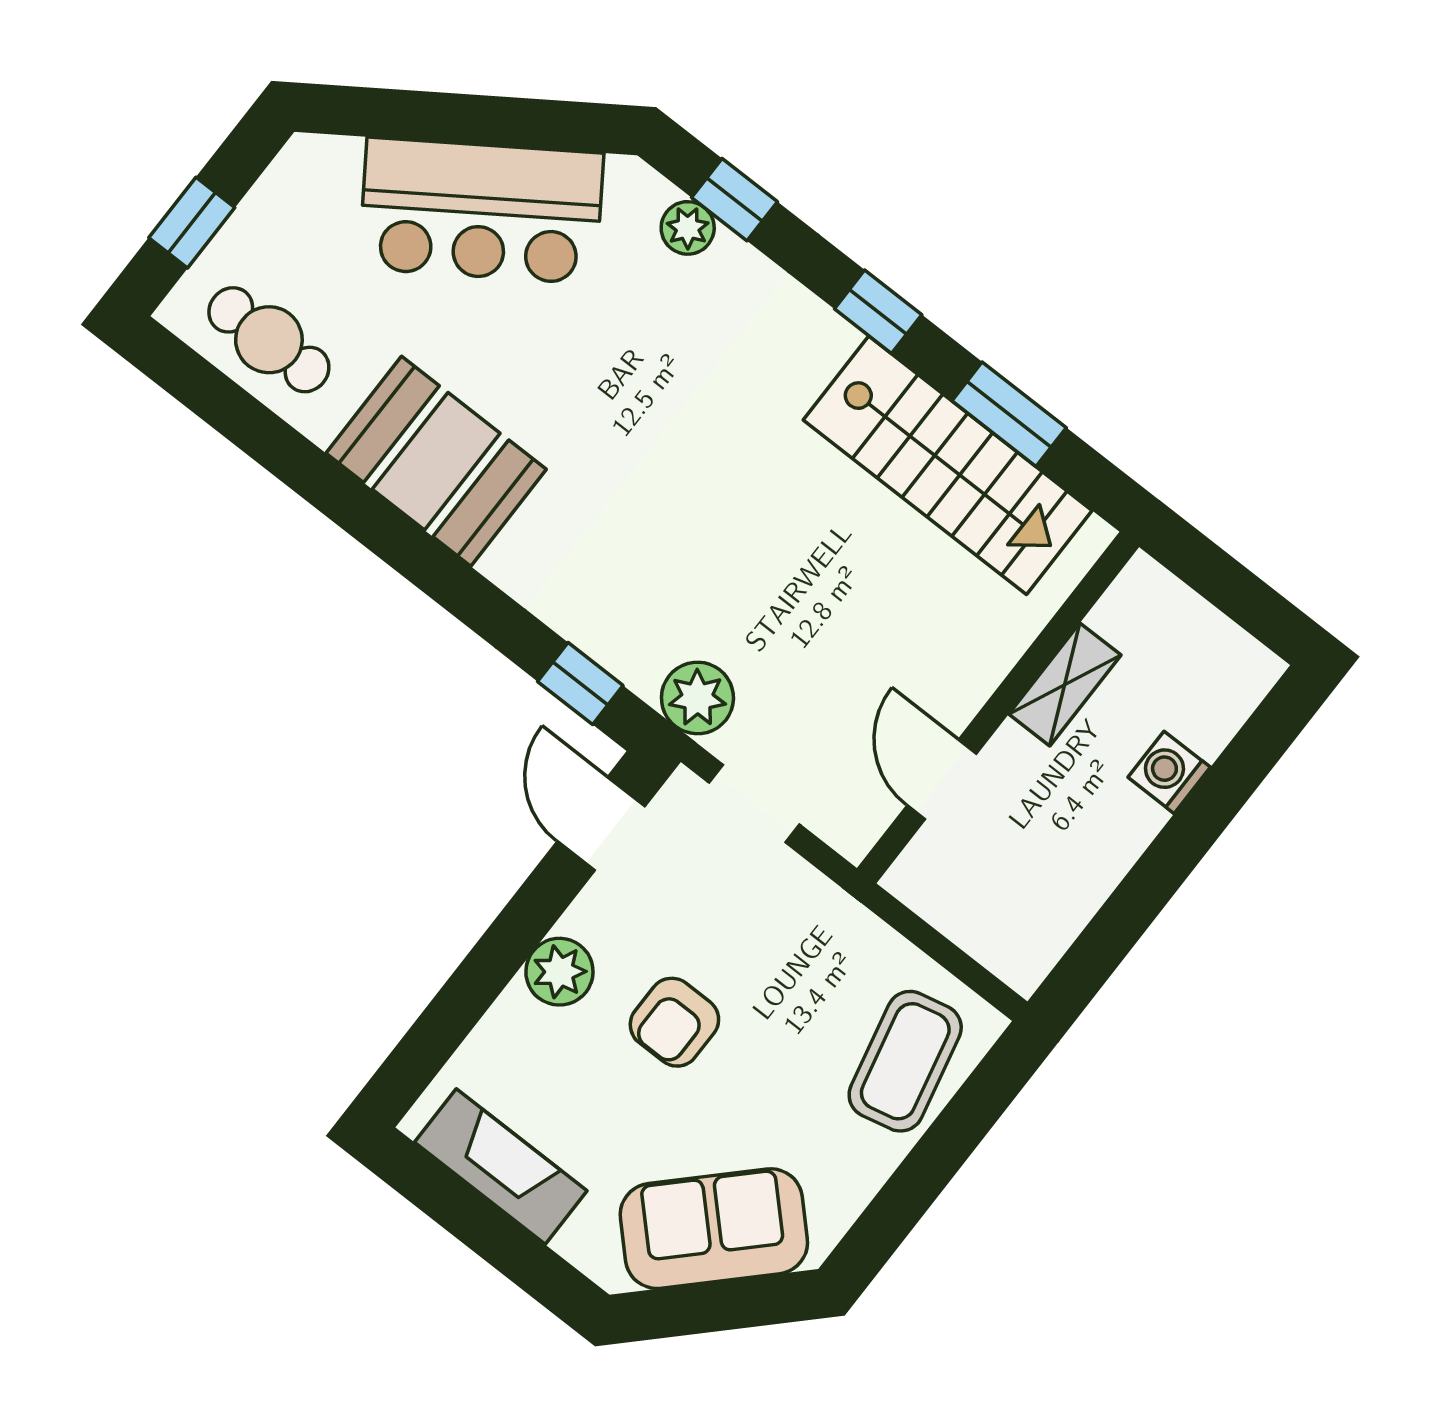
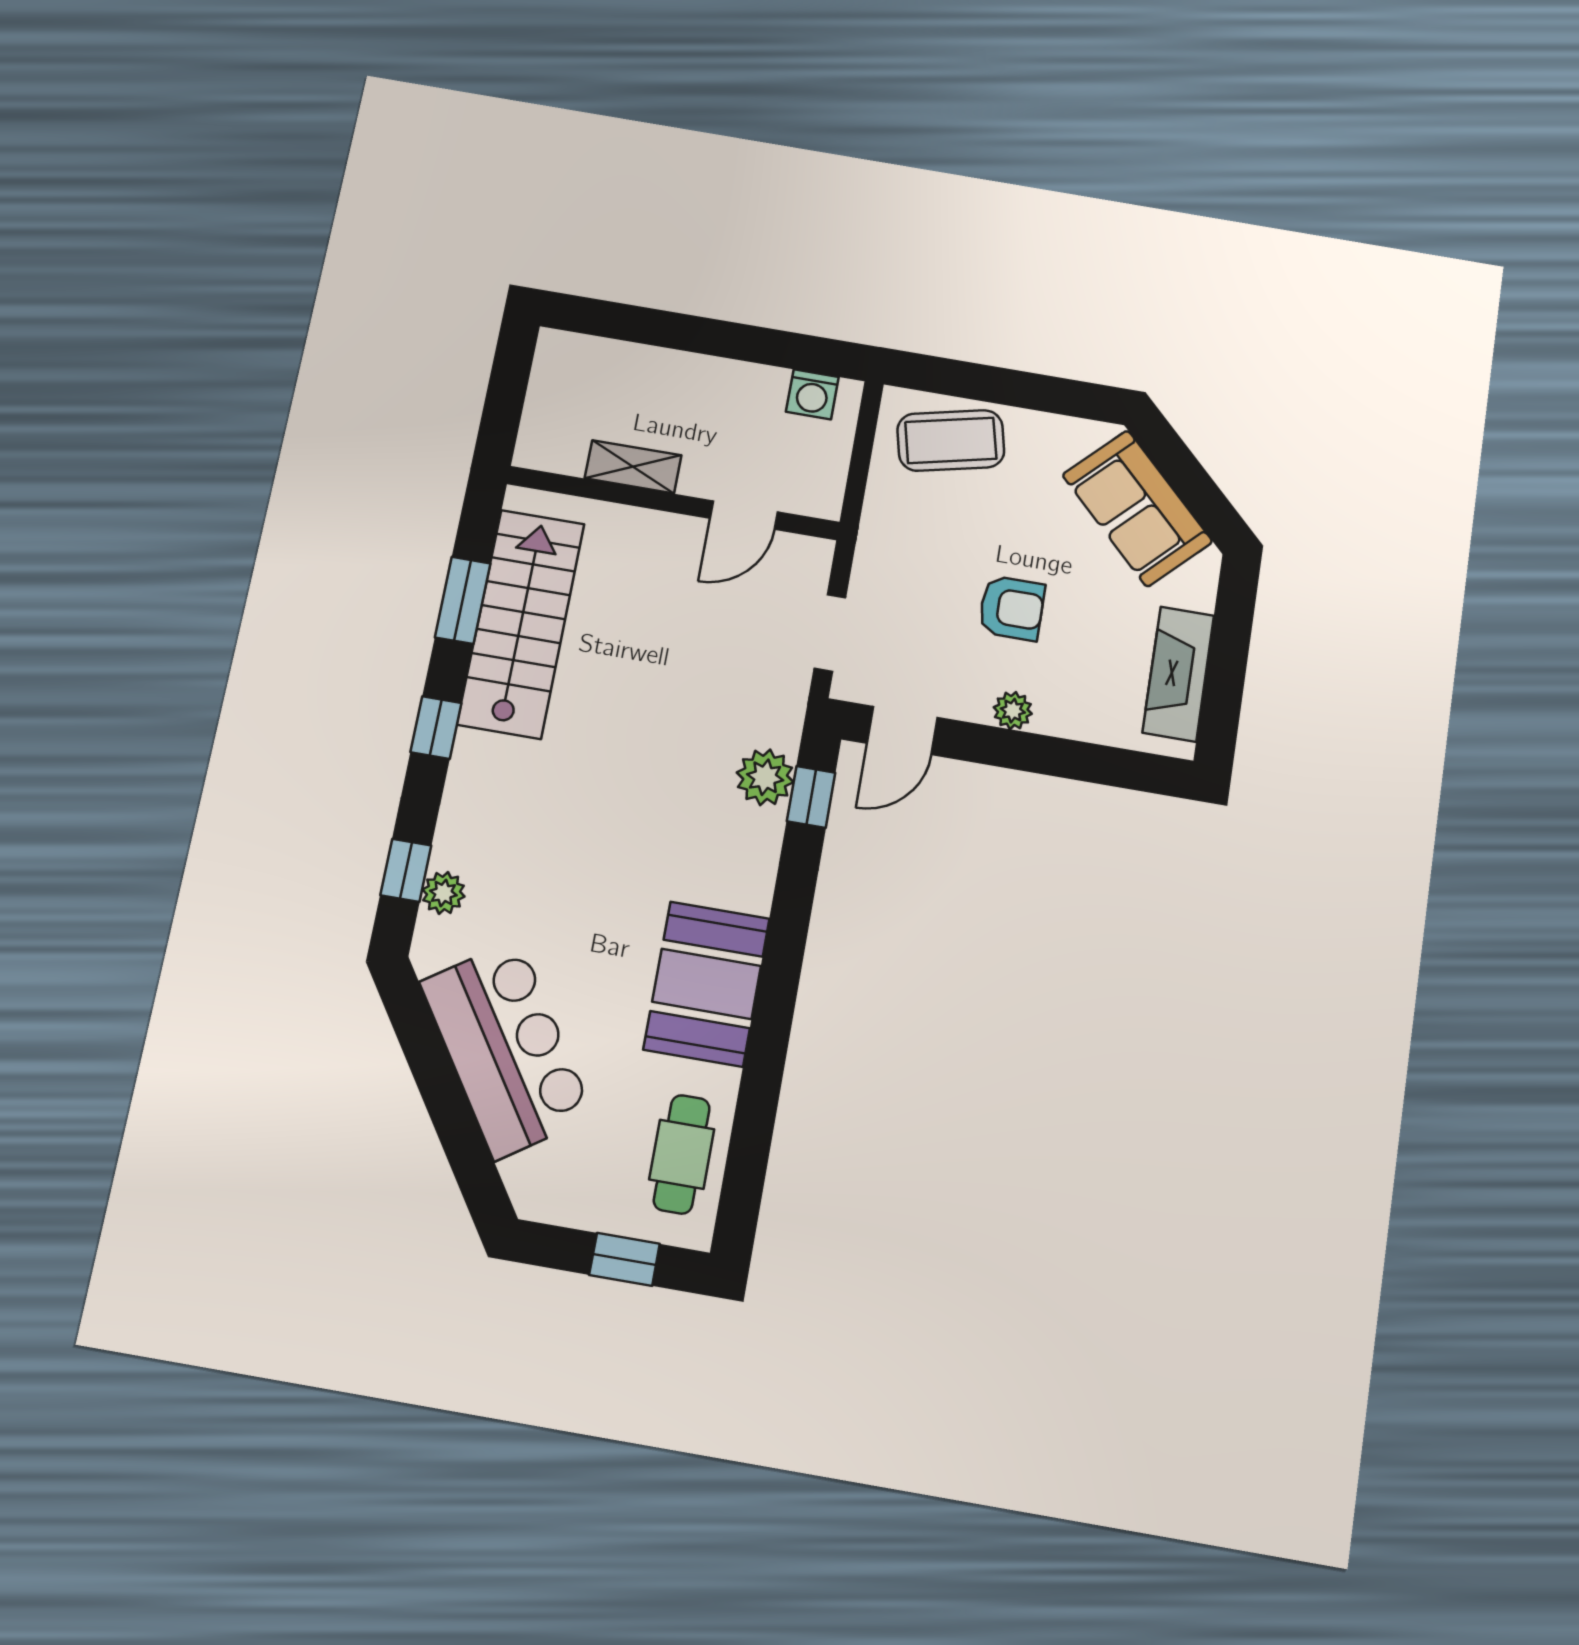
plant: (697, 698) -> (765, 777), moved
washing machine: (1169, 772) -> (812, 394), moved
plant: (559, 972) -> (1013, 711), width x0.73, depth x0.73

